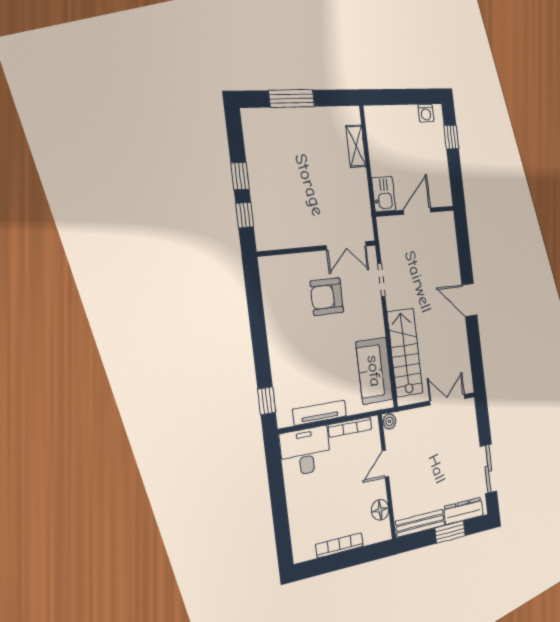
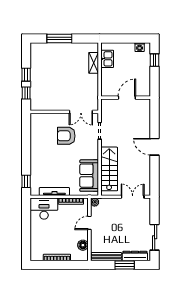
kitchen sink: (384, 194) -> (107, 59), moved

